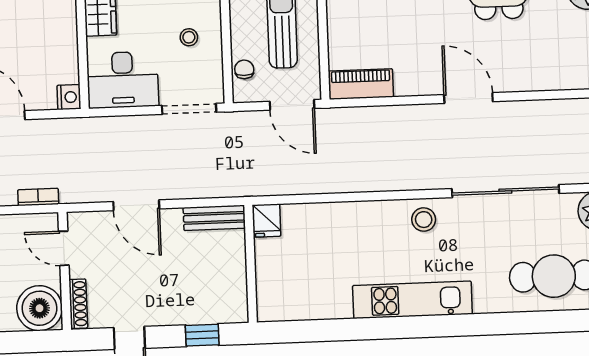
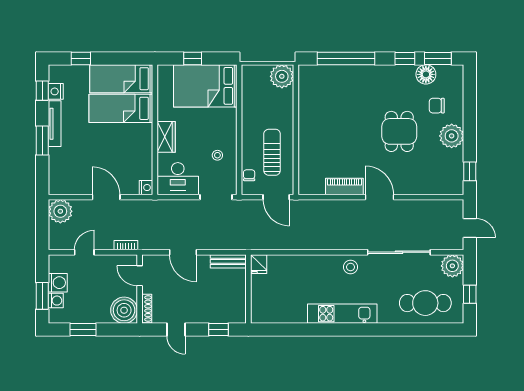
piano: (361, 84) -> (344, 186), moved

